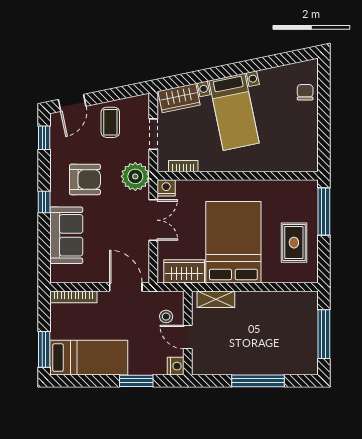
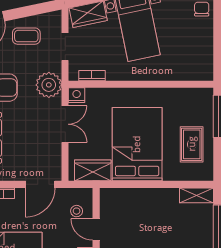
coffee table: (110, 122) -> (26, 36), turned 90
door: (126, 287) -> (40, 184), swing flipped
shelving: (216, 299) -> (197, 195), moved

